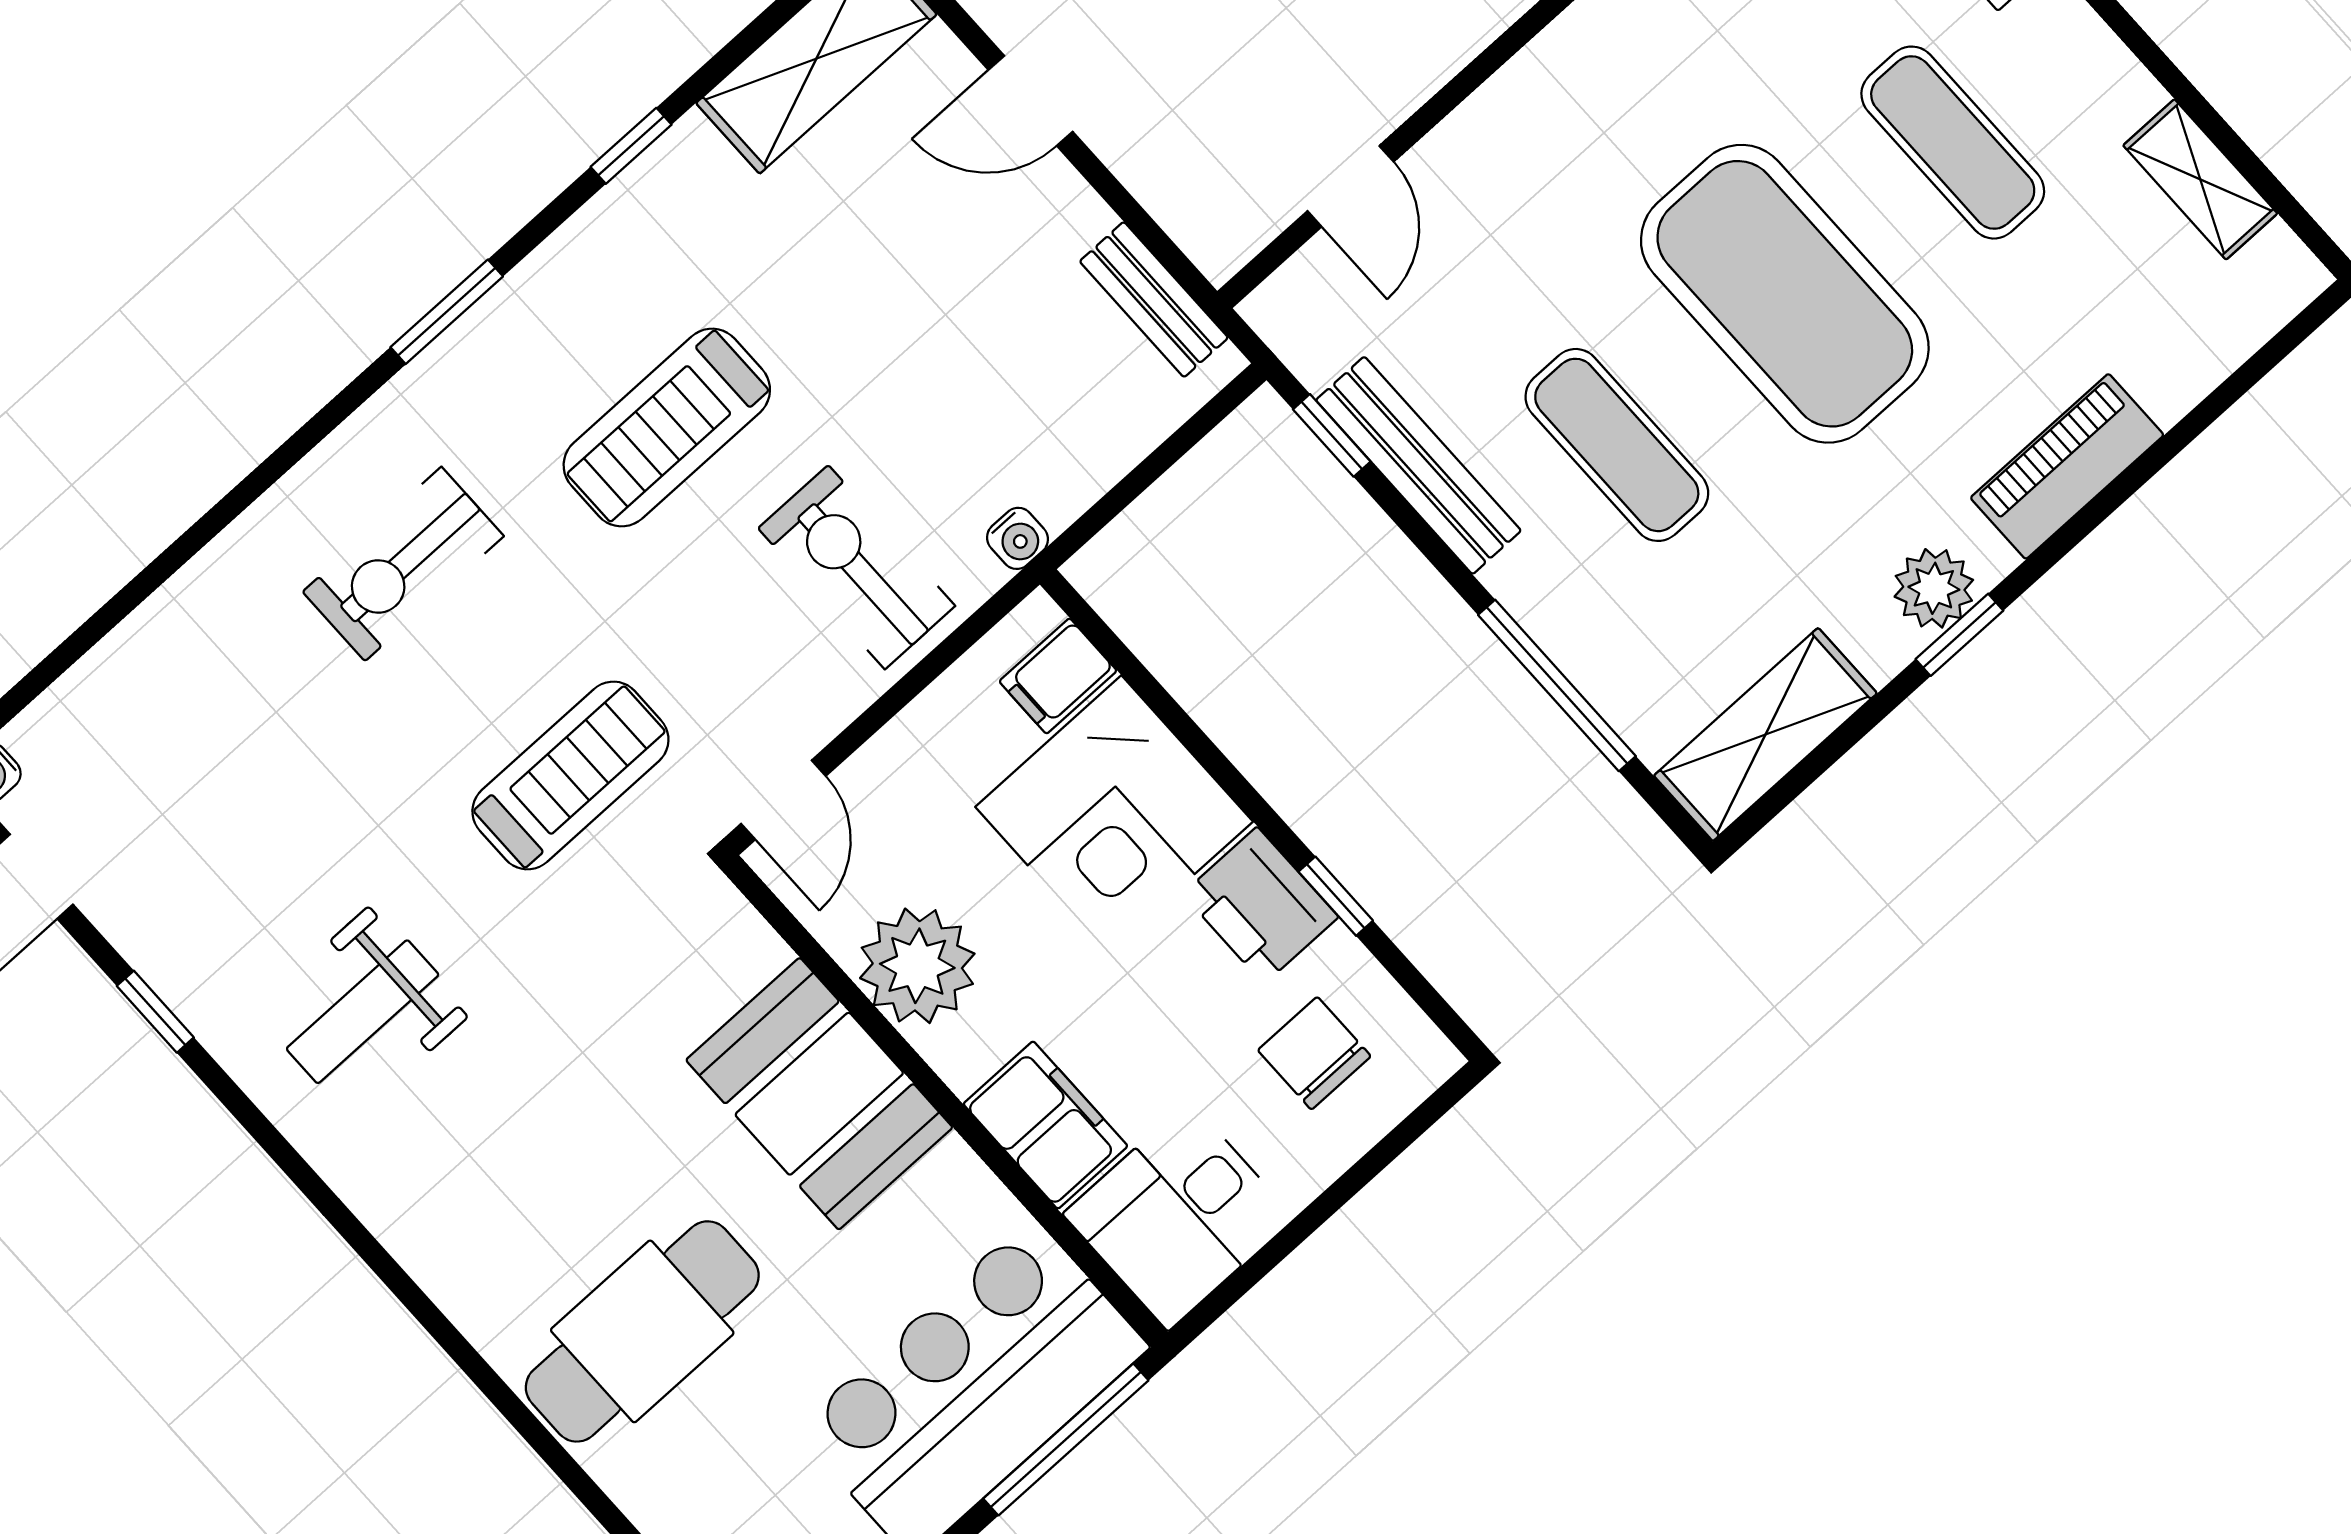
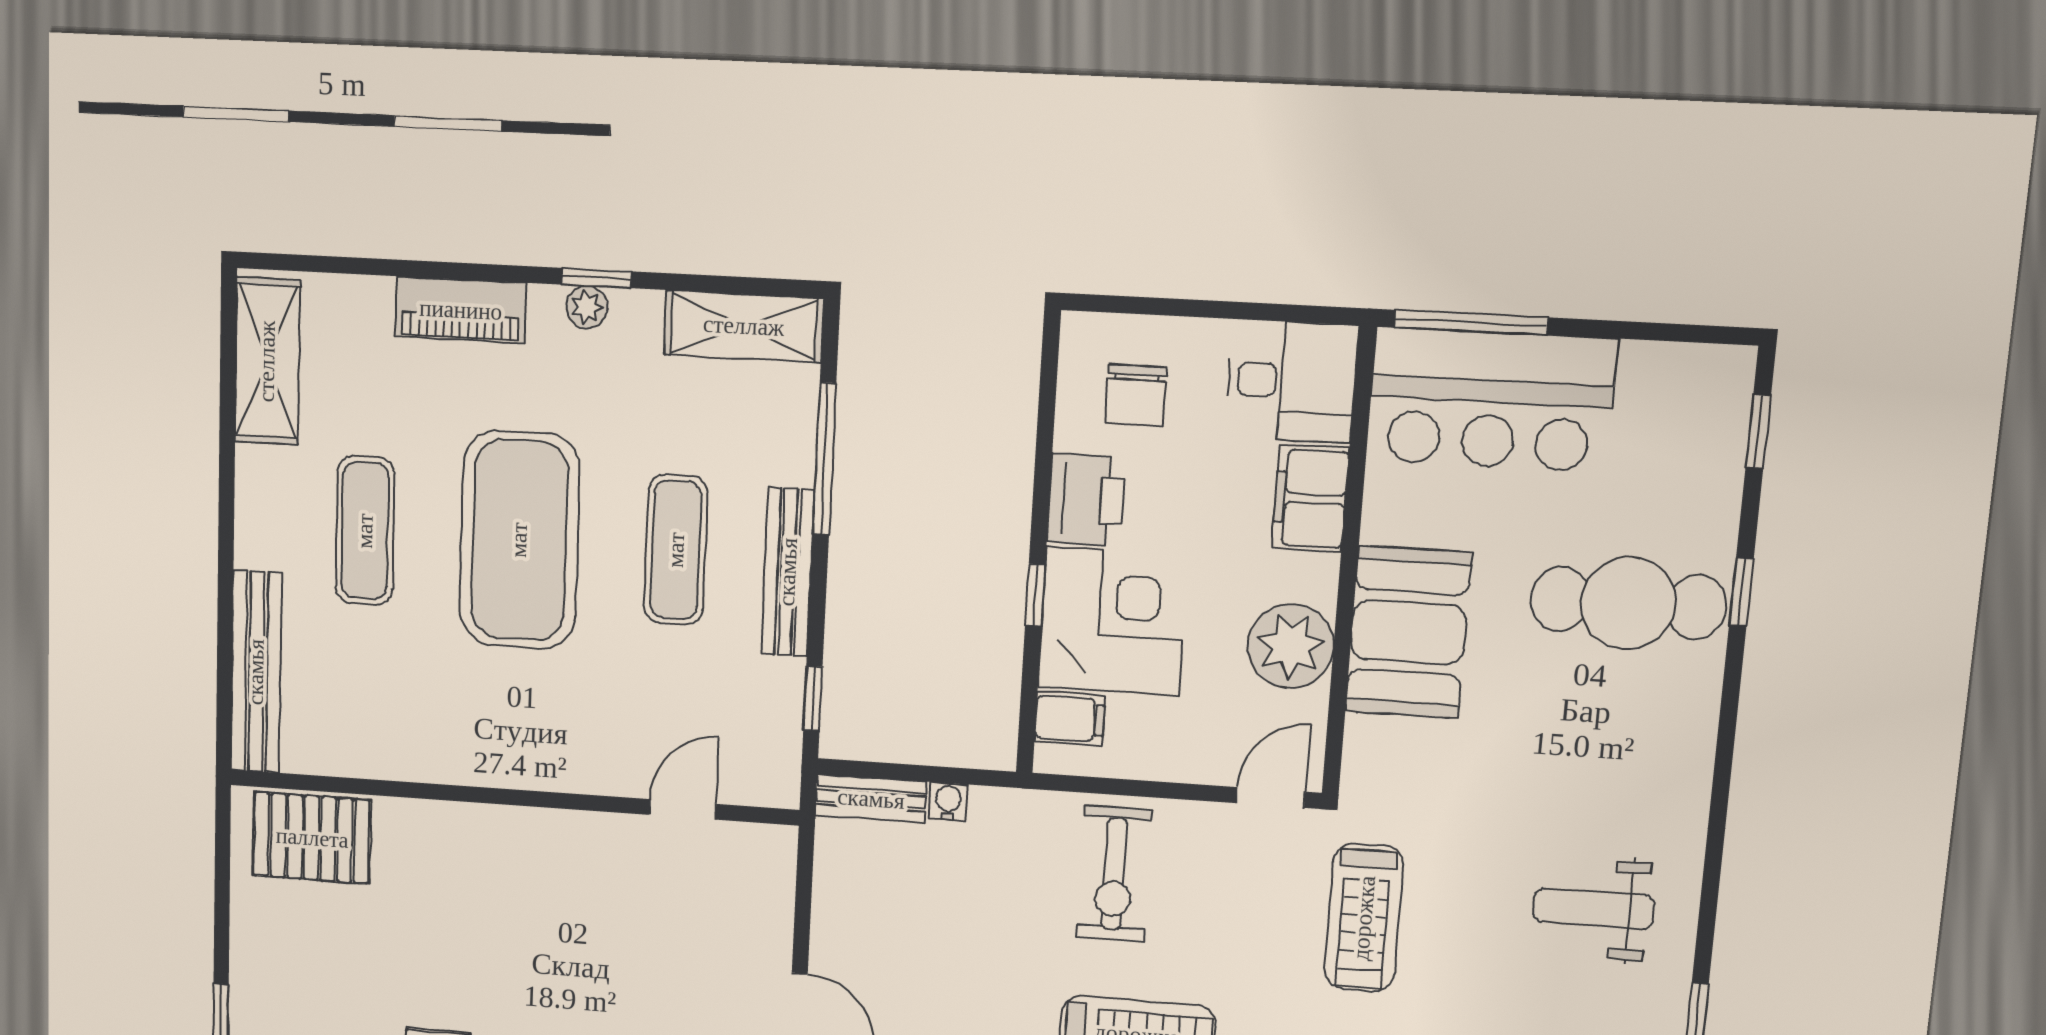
shelving: (2200, 179) -> (267, 361), width x1.50, depth x1.33
bench: (1154, 300) -> (871, 799), moved, turned 90
bench: (1418, 465) -> (788, 572), moved
water cooler: (1018, 538) -> (948, 801), moved
plant: (1934, 588) -> (587, 307), width x0.73, depth x0.73
treadmill: (570, 775) -> (1364, 918), turned -90
window: (1336, 896) -> (1035, 595), moved
weight bench: (363, 1012) -> (1594, 909), turned 180
window: (549, 1449) -> (1741, 592), added

